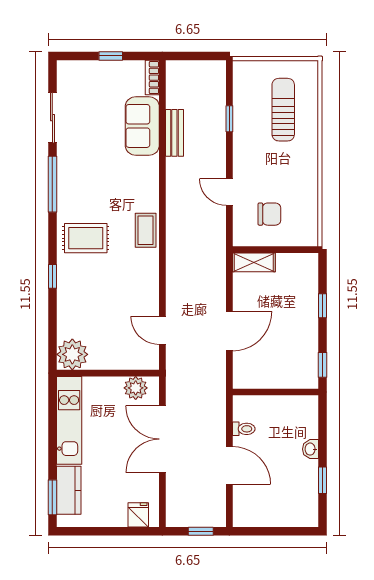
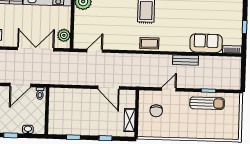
sun lounger: (283, 110) -> (207, 103), moved
bench: (174, 133) -> (186, 60), moved
shelving: (254, 262) -> (130, 120), moved
door: (229, 331) -> (109, 88), moved
wall: (275, 392) -> (47, 111), moved

